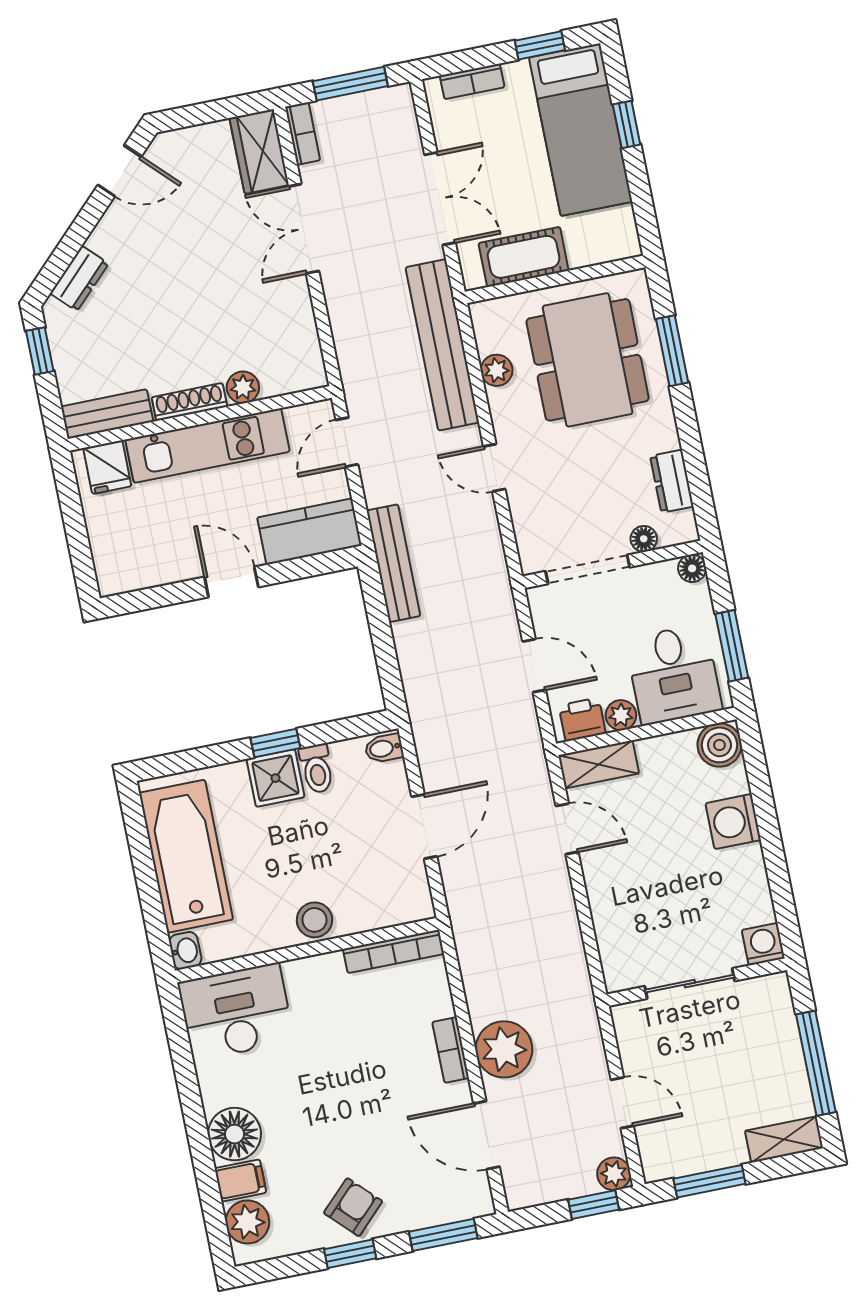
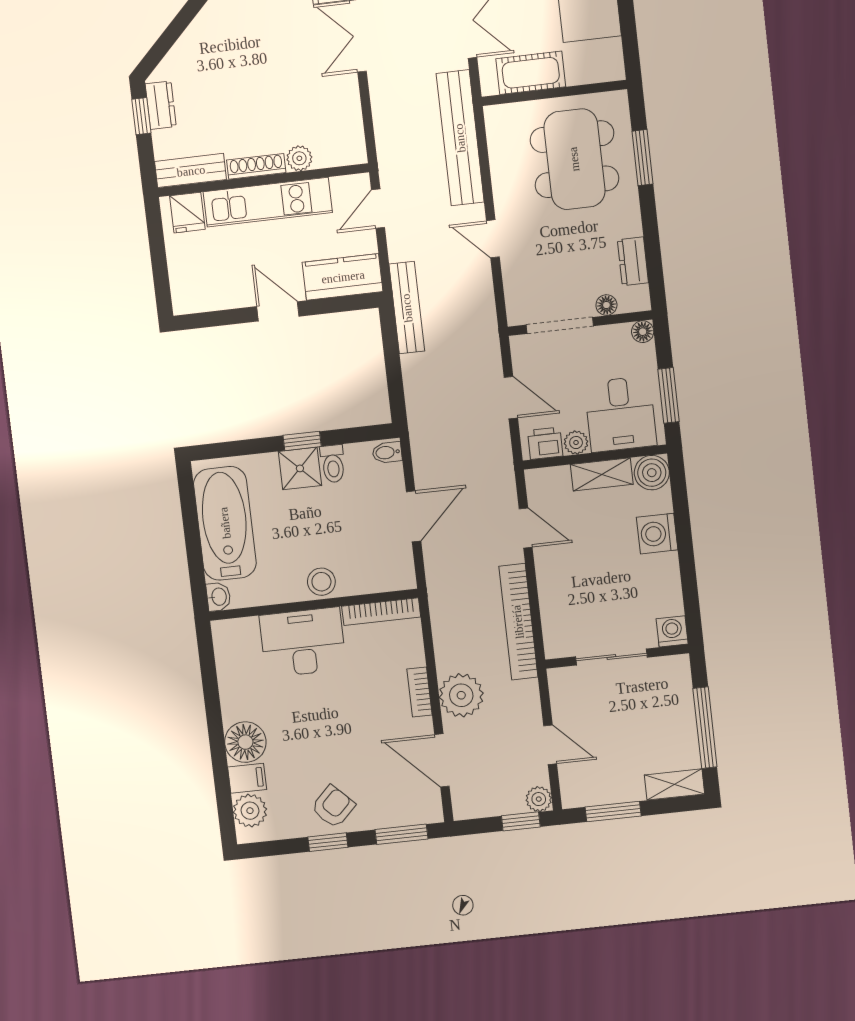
dresser: (79, 278) -> (161, 105), moved, turned -45
plant: (497, 370) -> (501, 161), removed
shelving: (599, 764) -> (602, 474), moved
bookcase: (568, 949) -> (518, 622), added
desk: (236, 1012) -> (303, 642), moved

